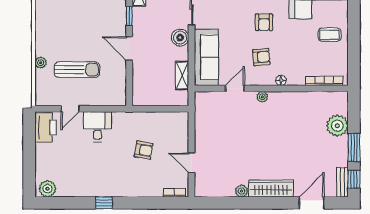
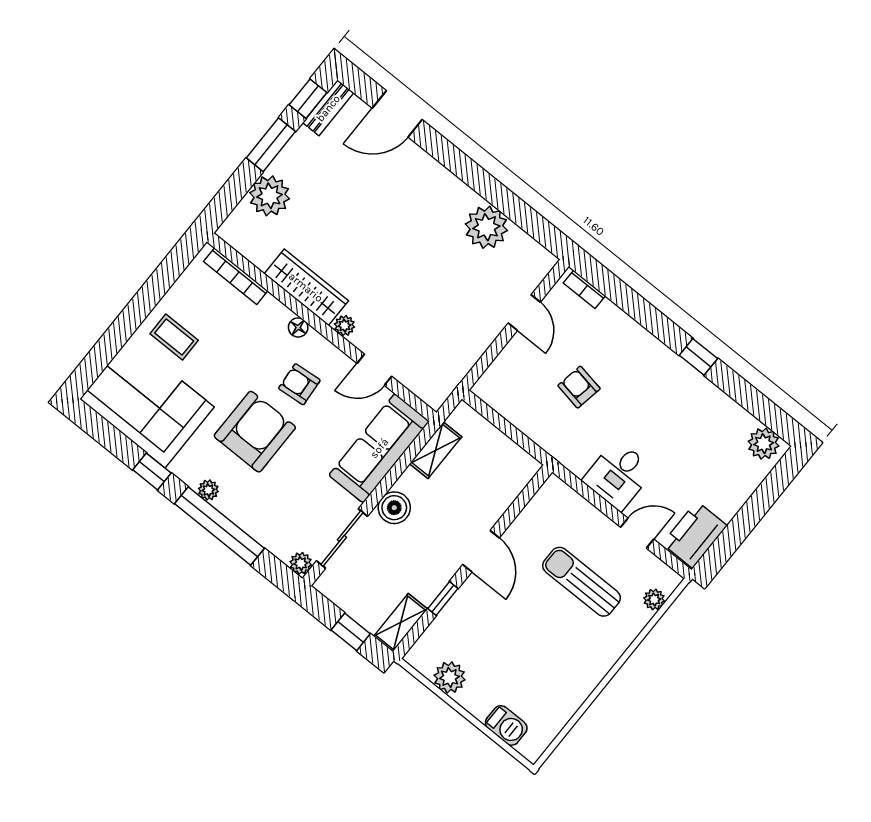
armchair: (264, 22) -> (255, 432), width x1.88, depth x1.88
plant: (41, 63) -> (654, 599), moved
wardrobe: (271, 189) -> (306, 287), moved, turned 180
plant: (241, 191) -> (486, 227), width x1.88, depth x1.88

